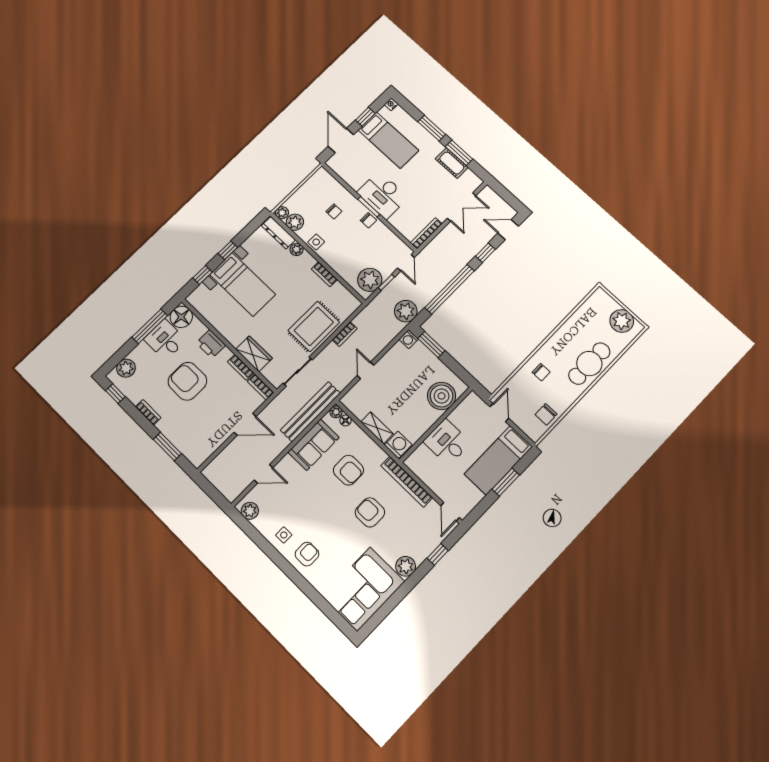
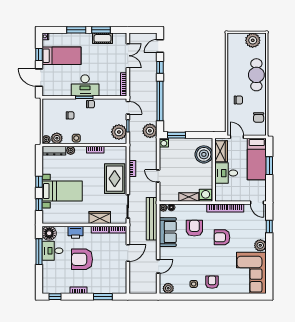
plant: (126, 368) -> (48, 281), removed
wardrobe: (465, 411) -> (221, 151), added
armchair: (348, 470) -> (194, 228), turned -90

